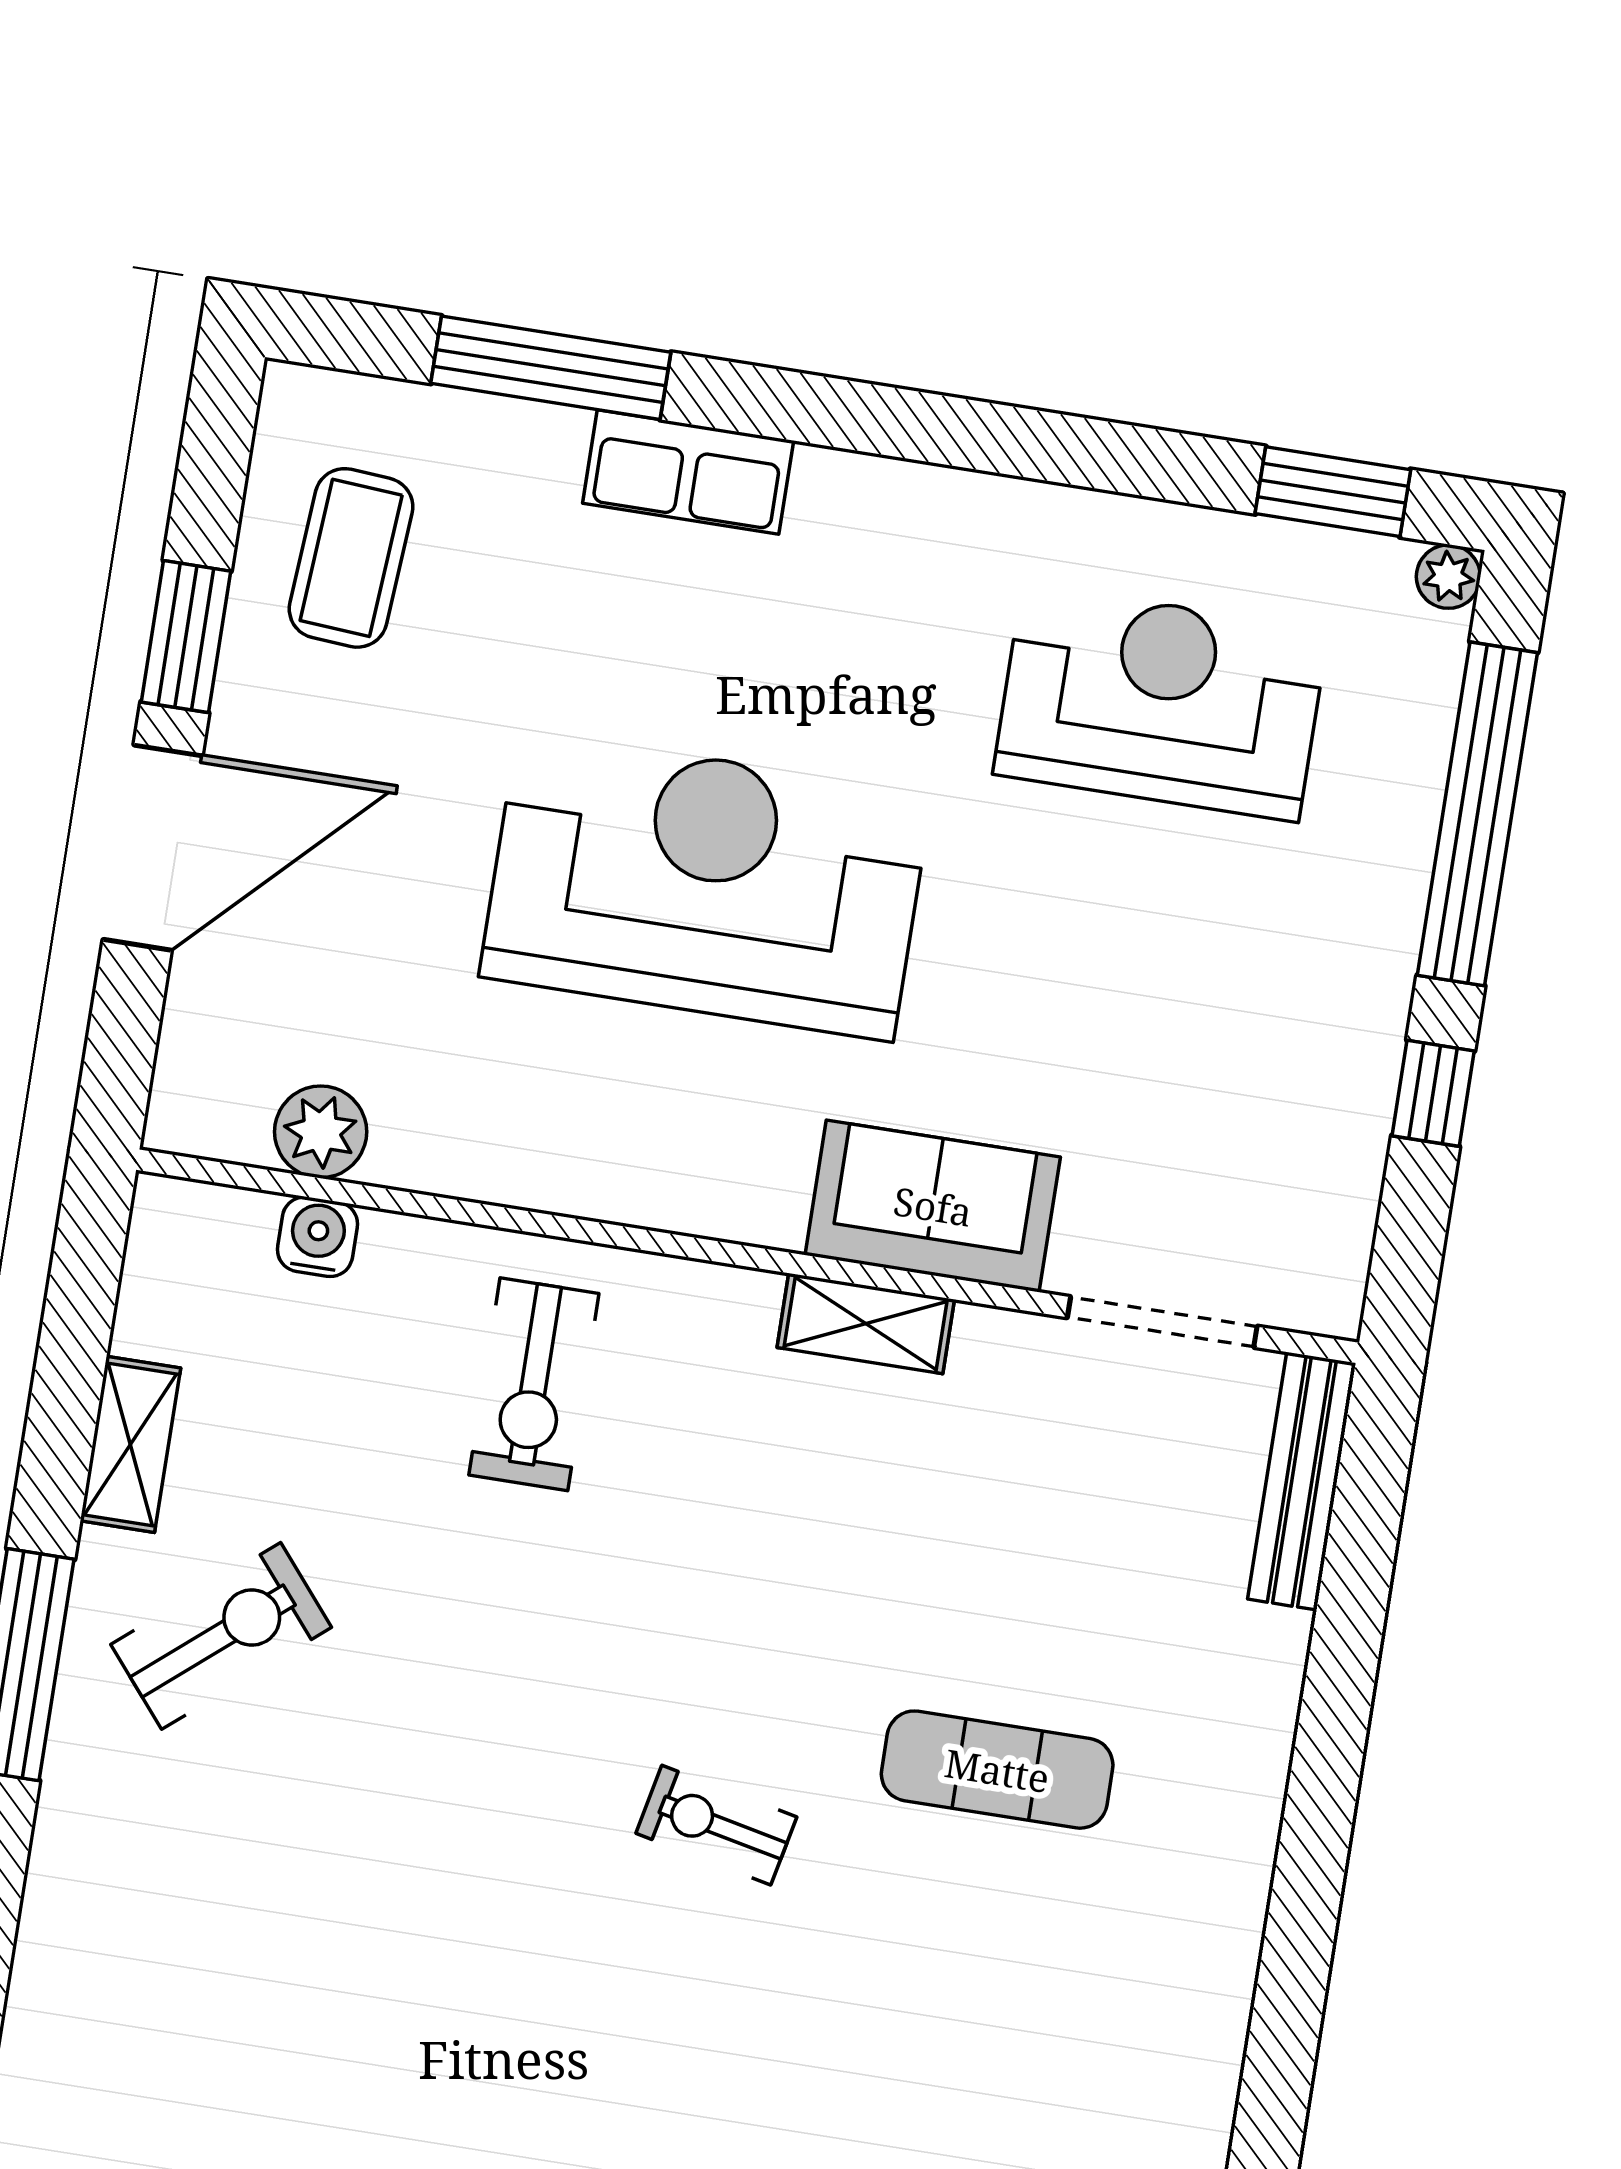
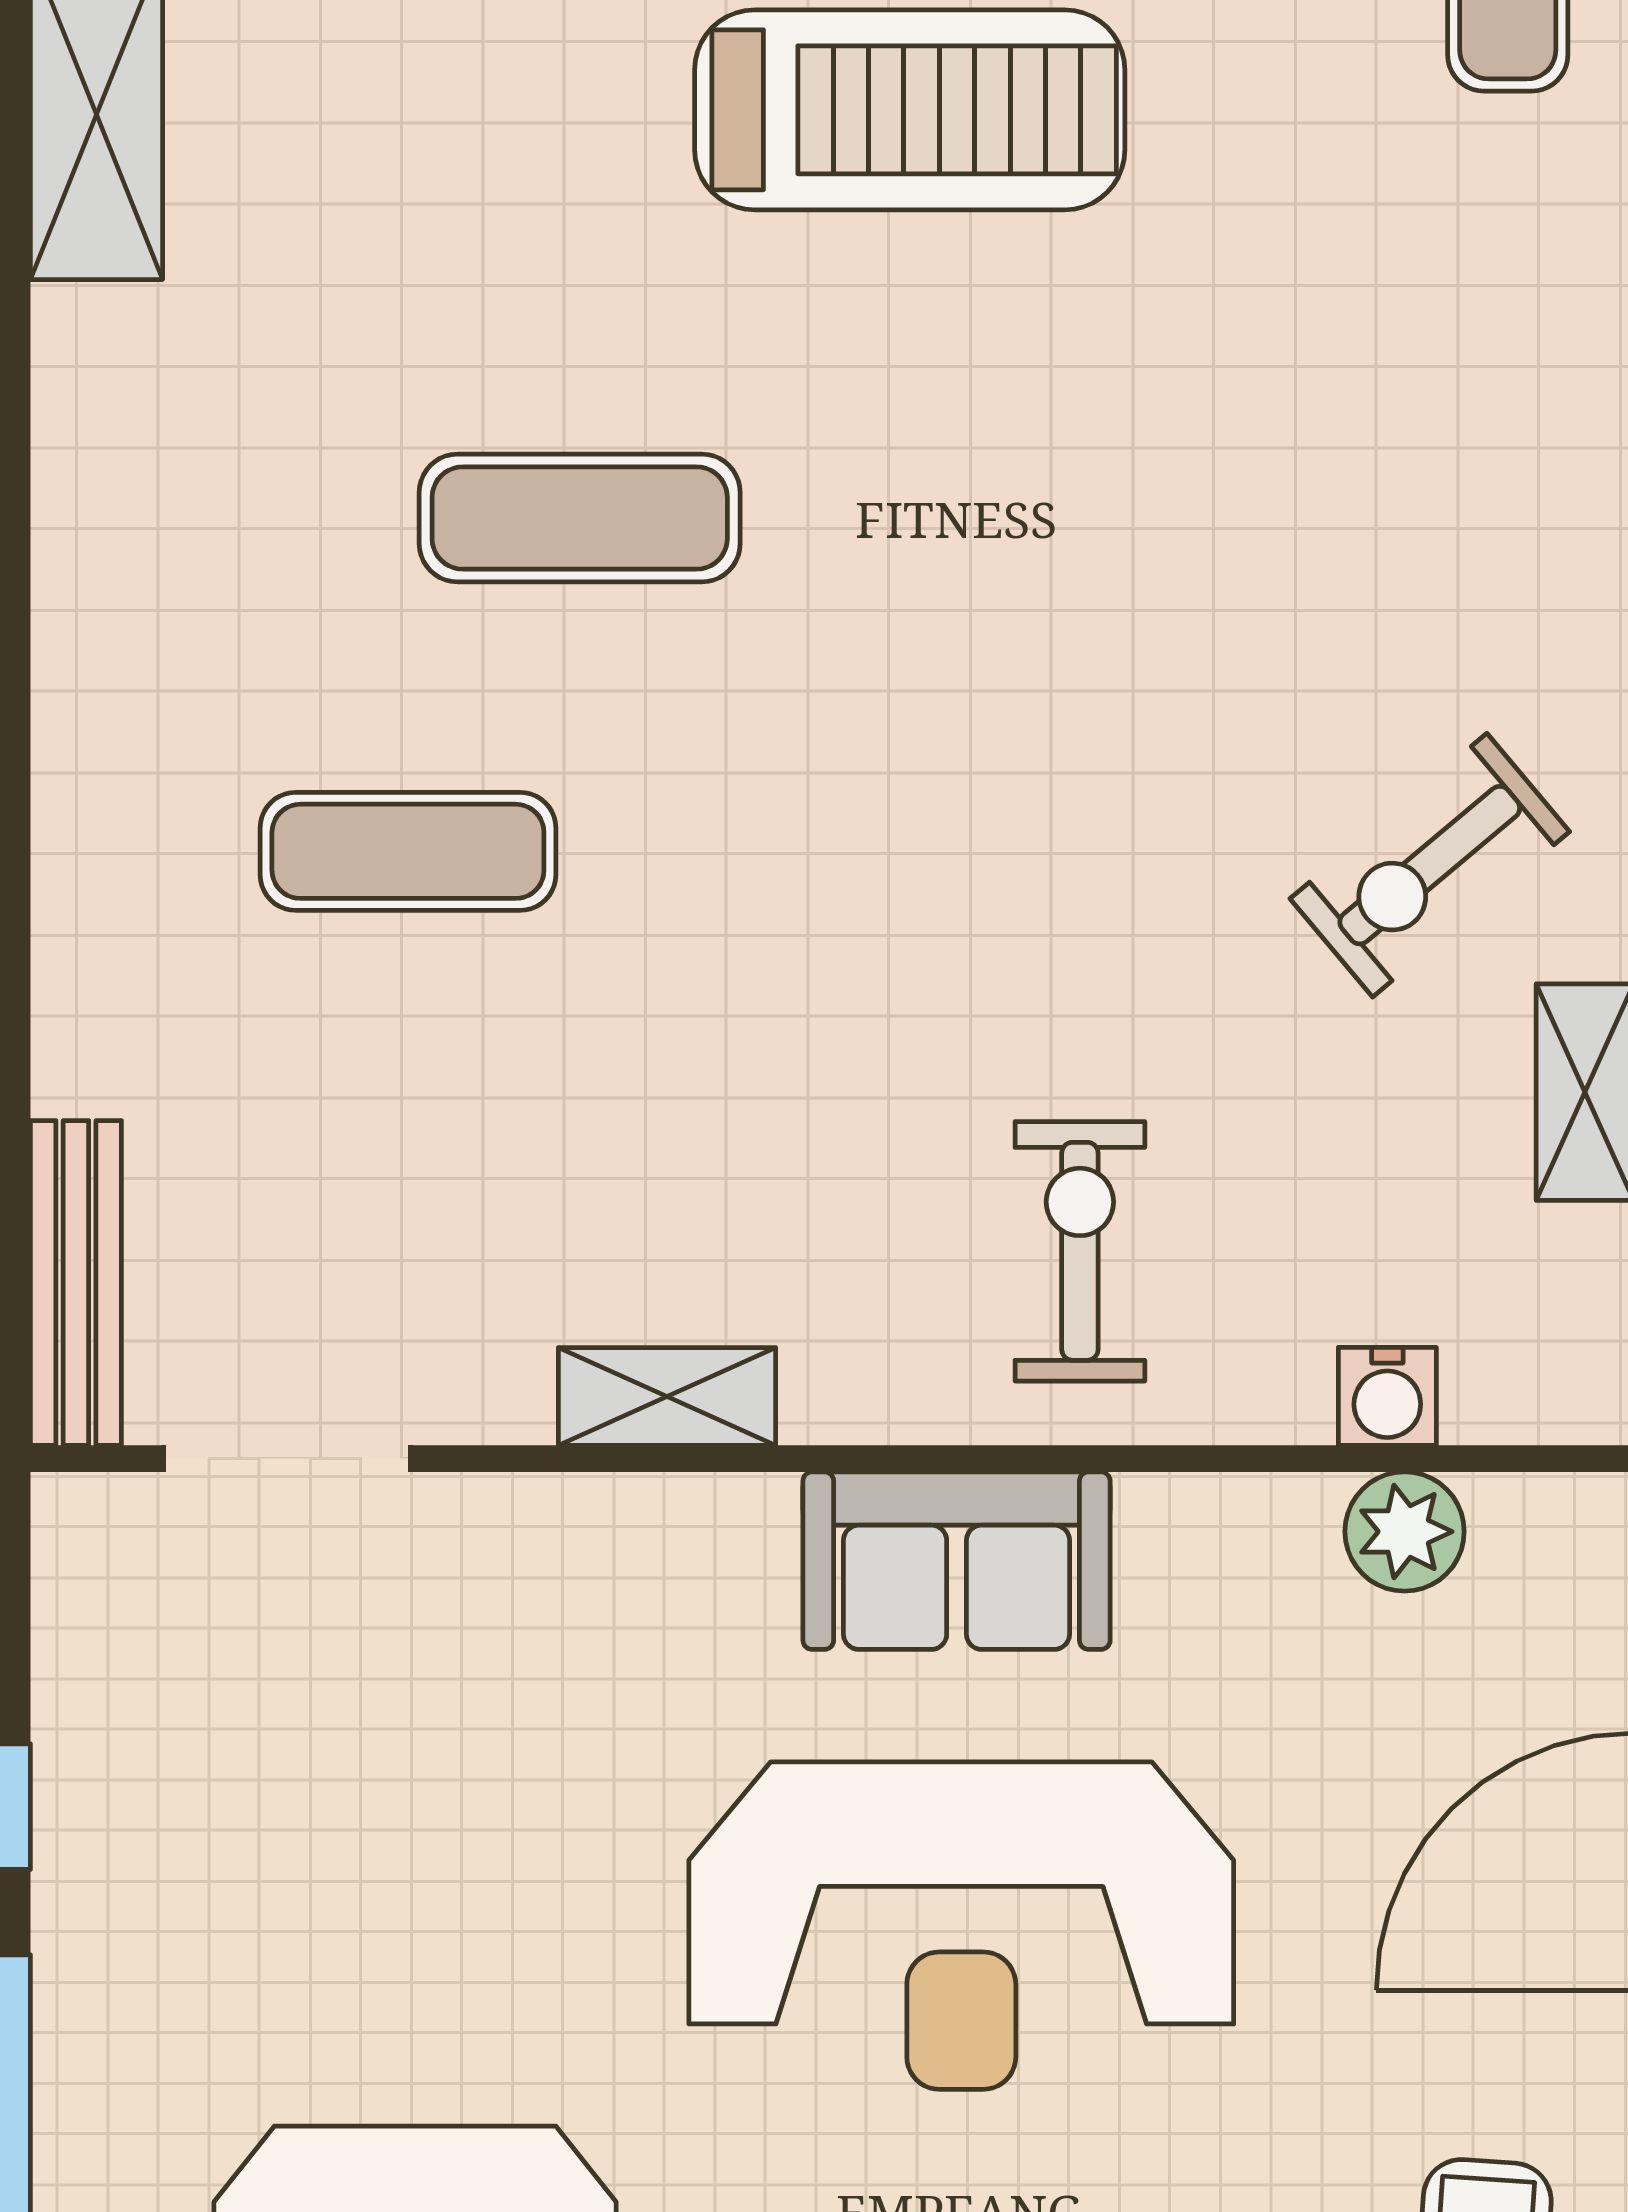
sofa: (933, 1206) -> (957, 1561), moved
exercise bike: (716, 1825) -> (757, 723), removed
exercise mat: (826, 2003) -> (580, 518), added

